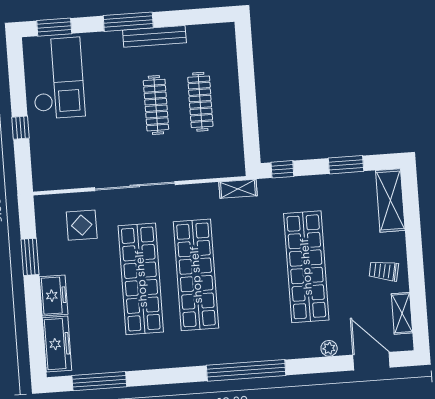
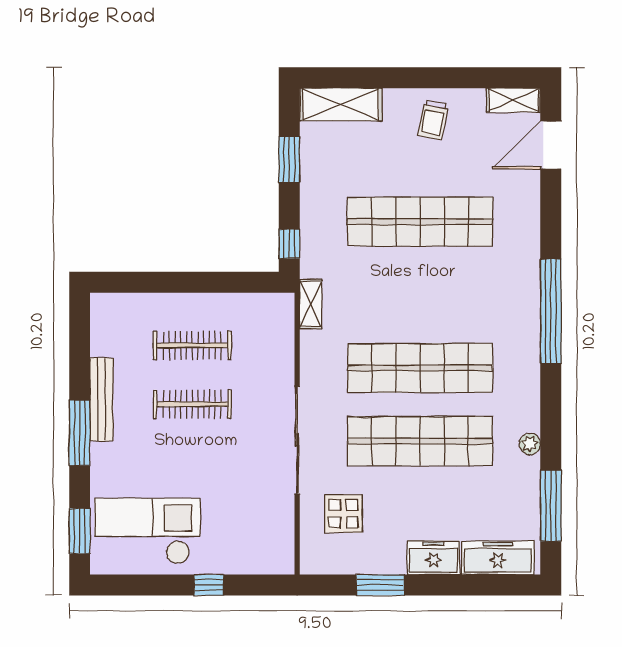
shelving: (402, 313) -> (514, 100), moved
plant: (329, 348) -> (530, 444), moved

